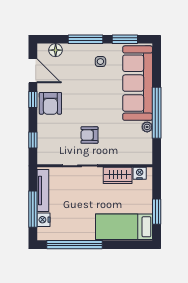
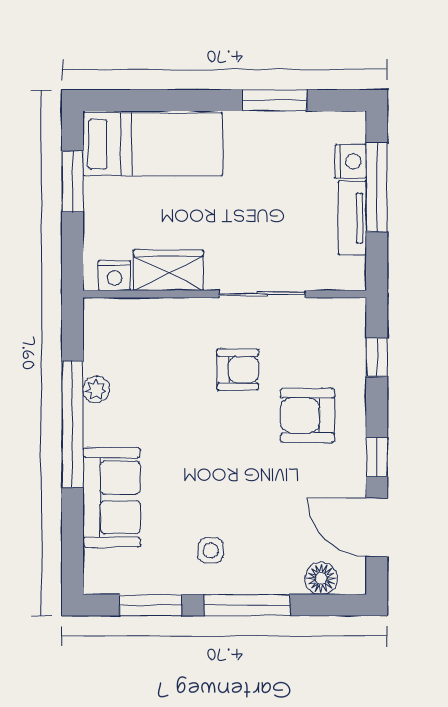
sofa: (138, 83) -> (112, 497), width x0.54, depth x0.79
armchair: (50, 103) -> (308, 415), moved, turned -90
tv unit: (43, 191) -> (352, 218), width x0.71
window: (74, 245) -> (275, 100), width x0.47

